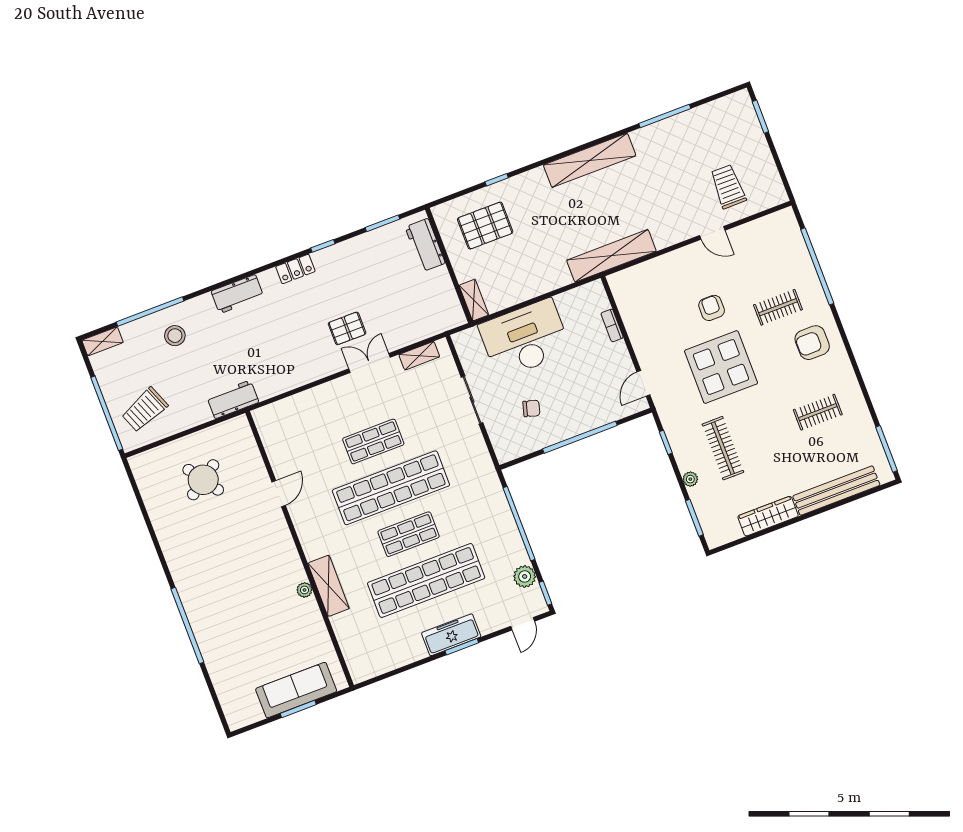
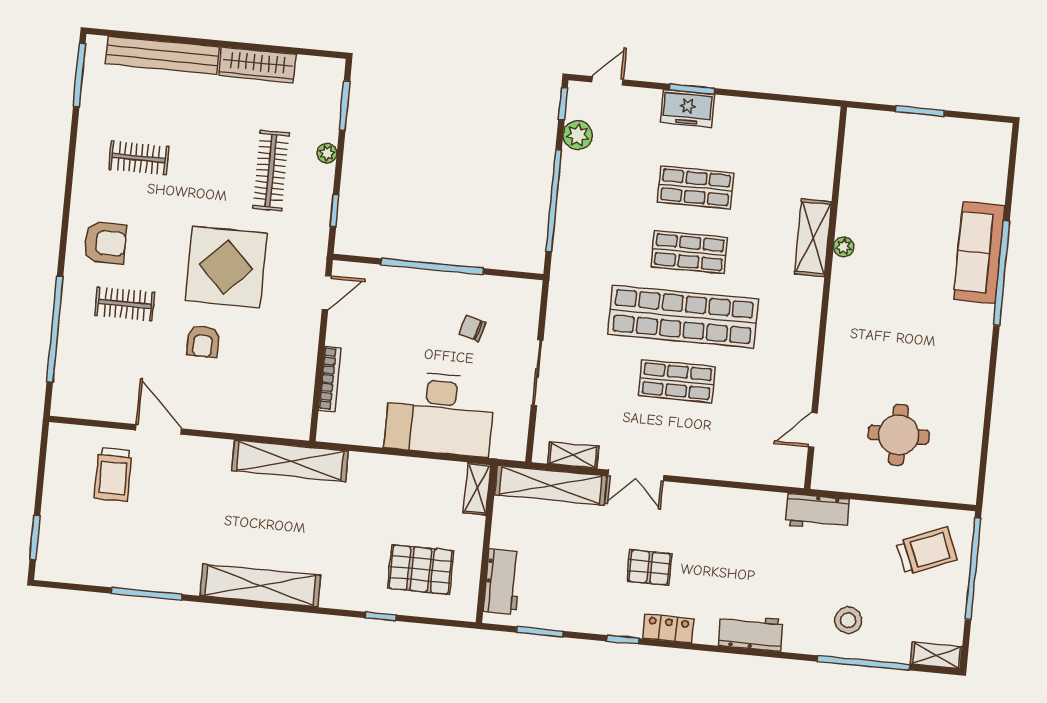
door: (712, 233) -> (159, 429), width x1.38
bookcase: (612, 325) -> (330, 379), width x1.56
shelving: (425, 327) -> (551, 485), added
pallet: (347, 328) -> (650, 567), moved
round table: (203, 480) -> (899, 435), turned 35
door: (279, 494) -> (813, 430), moved
shop shelf: (426, 580) -> (696, 188), width x0.50, depth x0.74
freezer: (451, 635) -> (687, 108), width x0.71
sofa: (296, 690) -> (979, 253), moved, turned 90

